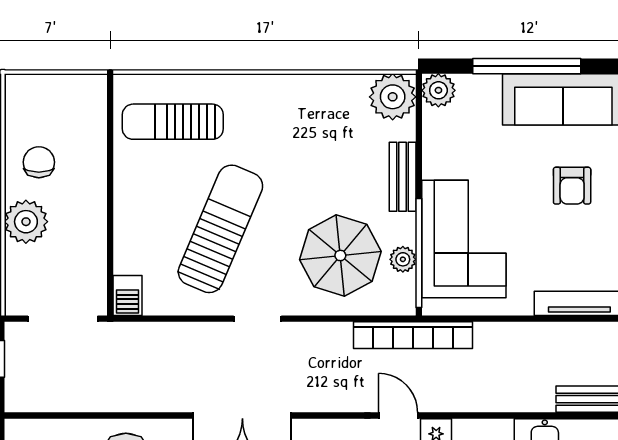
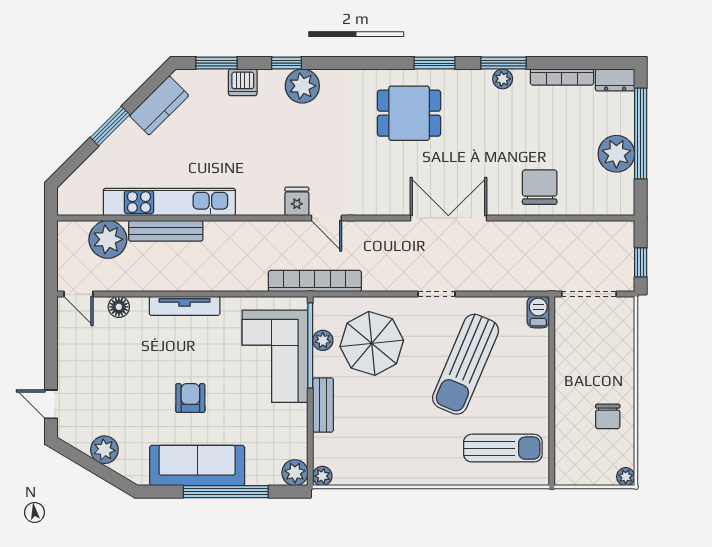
plant: (393, 97) -> (322, 476), width x0.53, depth x0.53
plant: (26, 222) -> (626, 477), moved, width x0.53, depth x0.53

